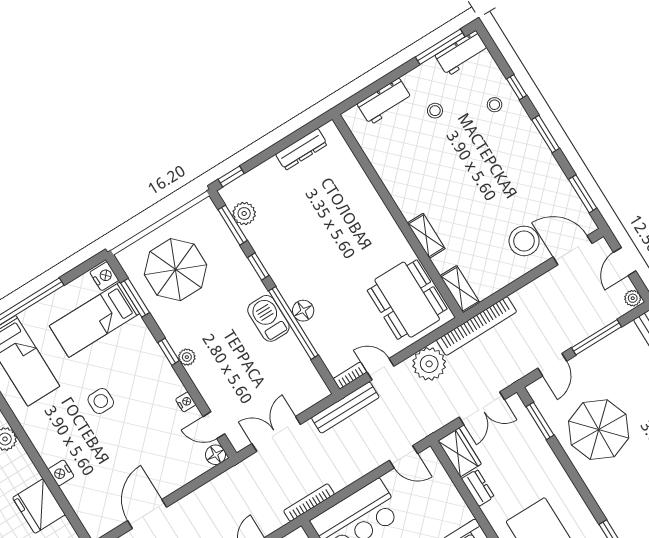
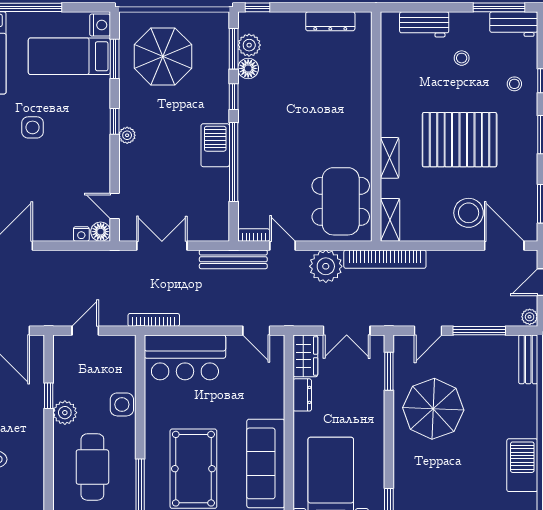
pallet: (477, 182) -> (460, 140), added
floor lamp: (303, 311) -> (248, 68), moved
nightstand: (186, 402) -> (81, 234), moved, turned 90

